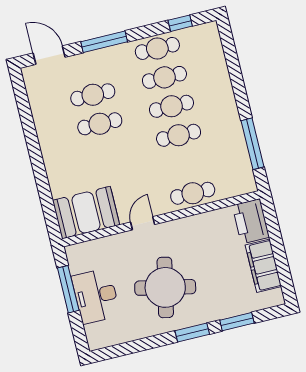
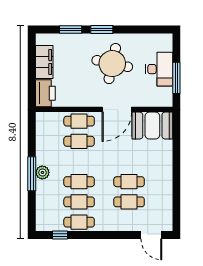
window: (104, 42) -> (113, 235), removed
plant: (227, 107) -> (42, 172), added
cafe table: (179, 135) -> (79, 141), moved
window: (253, 144) -> (32, 174), moved
door: (143, 223) -> (117, 109), width x1.88

